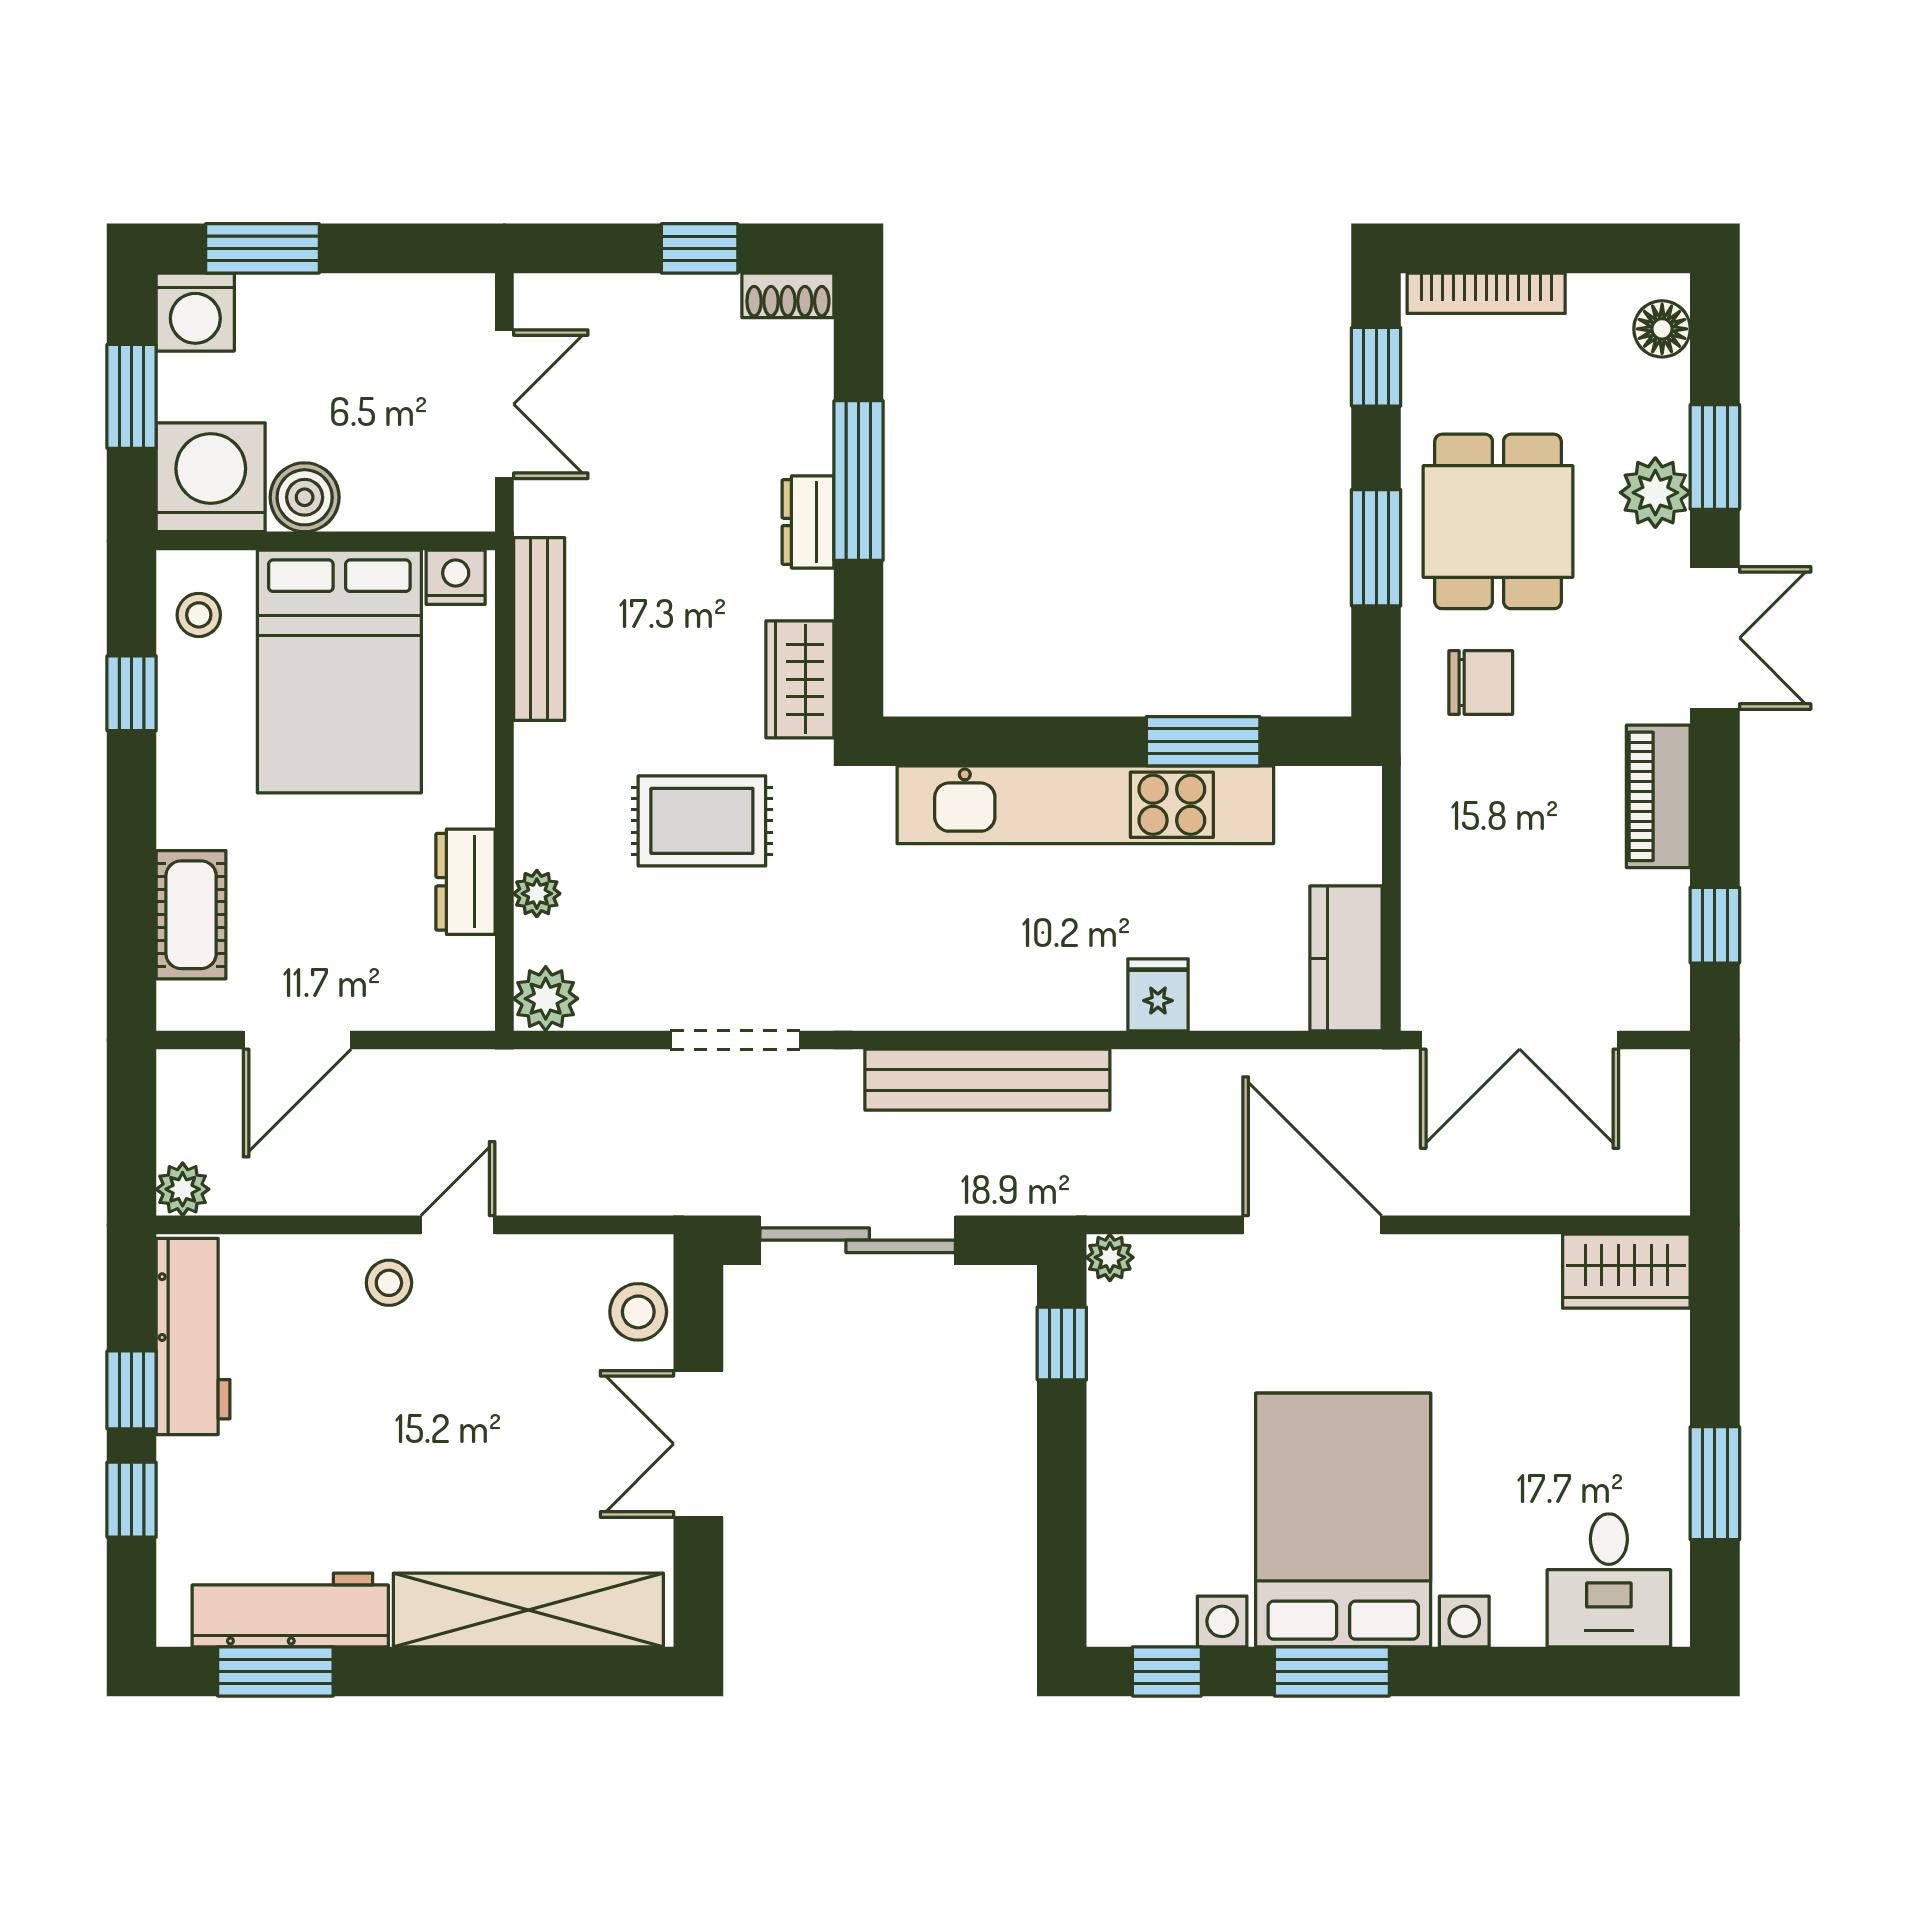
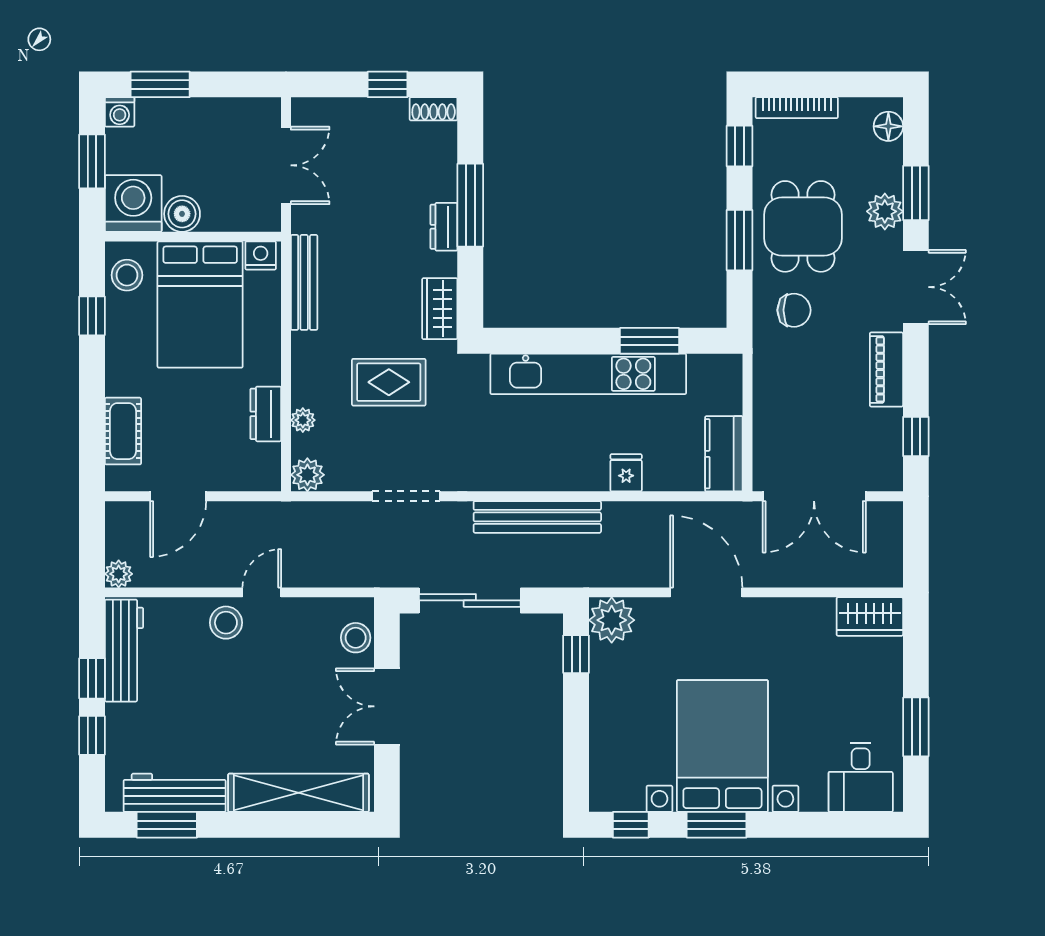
washing machine: (195, 312) -> (120, 112), width x0.73, depth x0.73
stool: (199, 615) -> (127, 275), width x1.37, depth x1.37
plant: (1110, 1257) -> (612, 620), width x1.88, depth x1.88
stool: (389, 1283) -> (226, 623), width x1.37, depth x1.37

